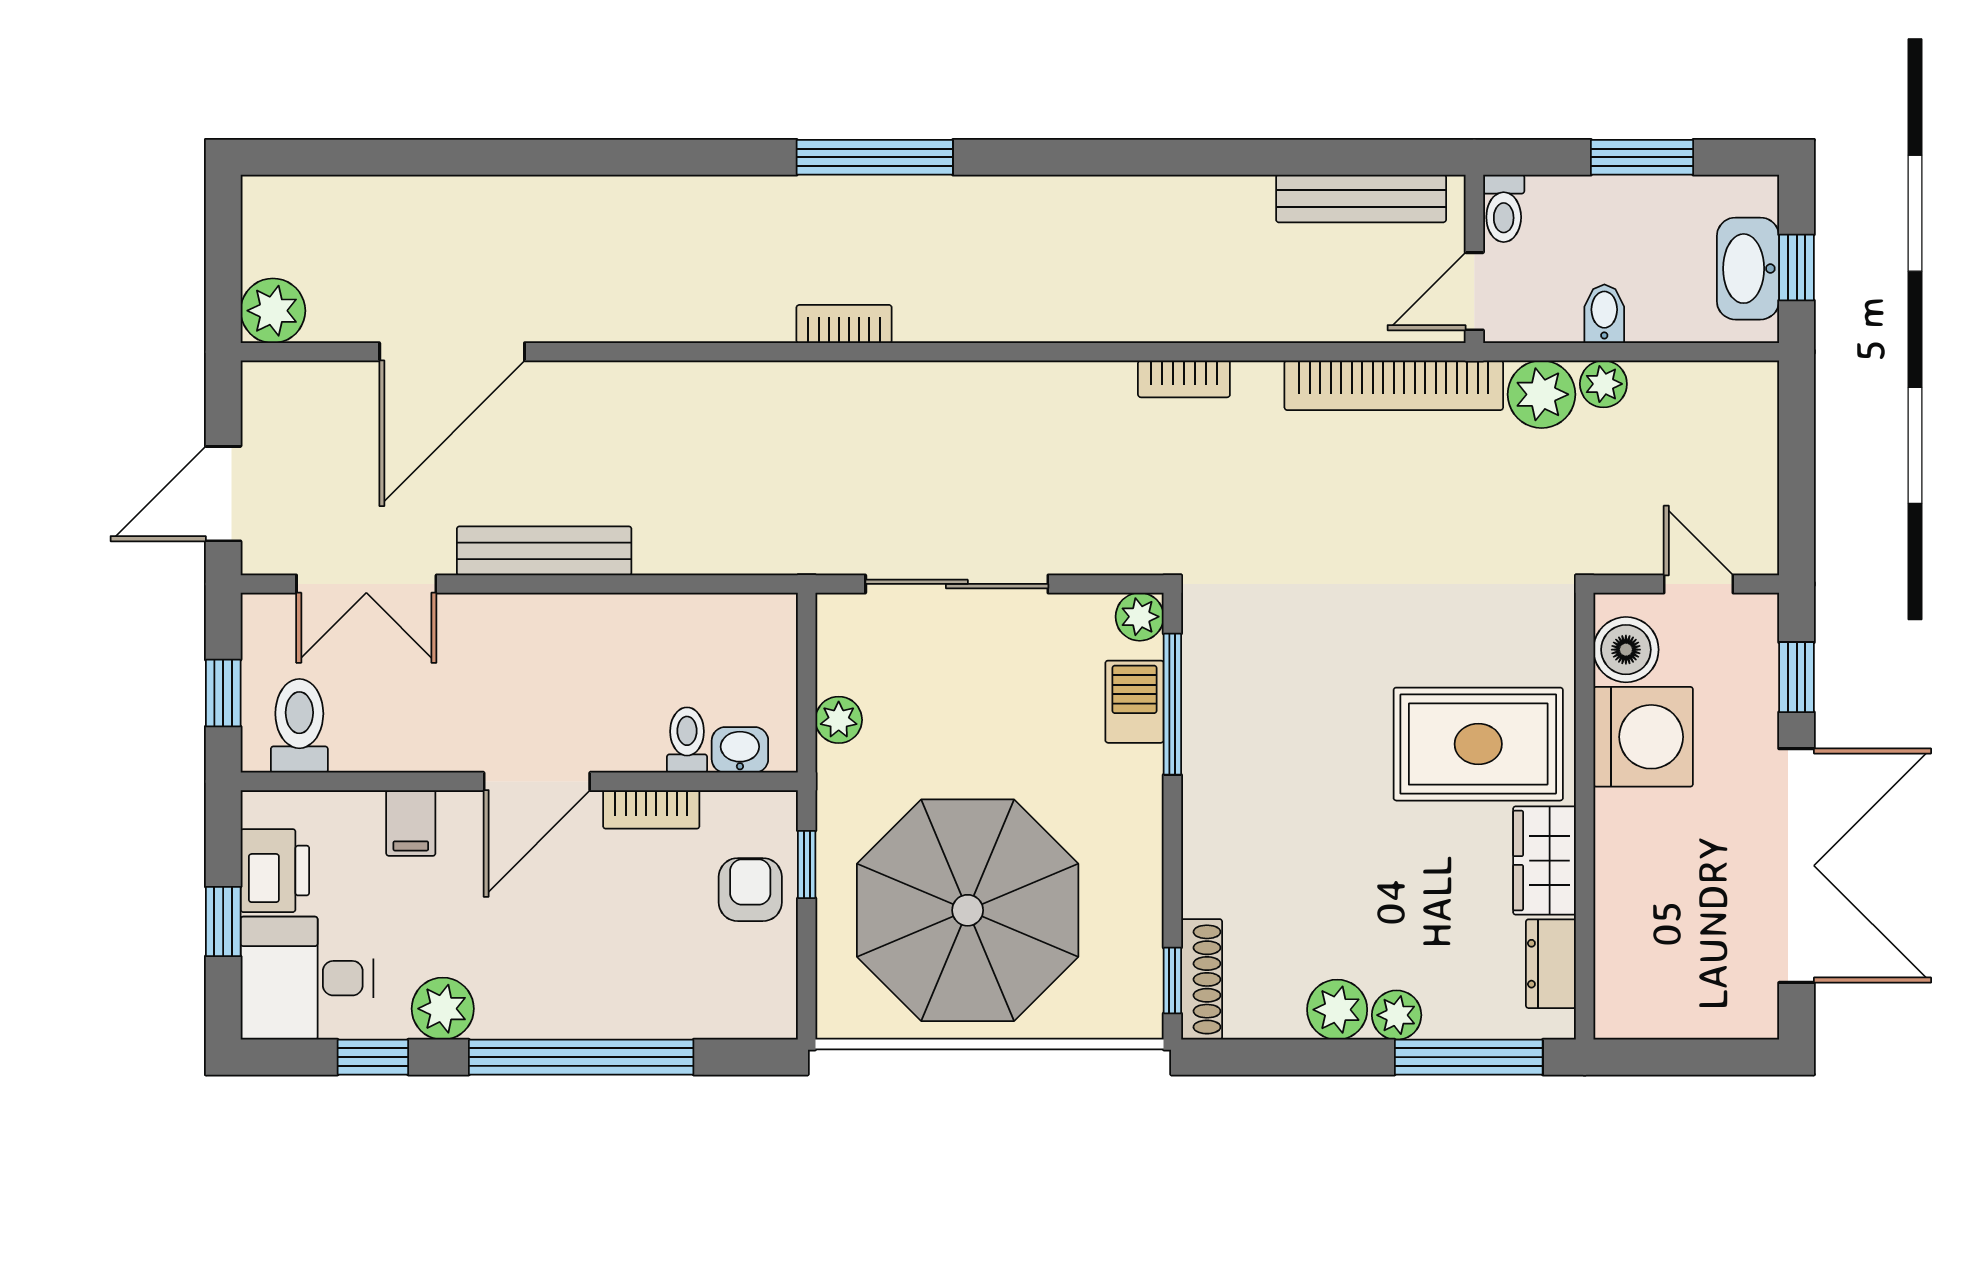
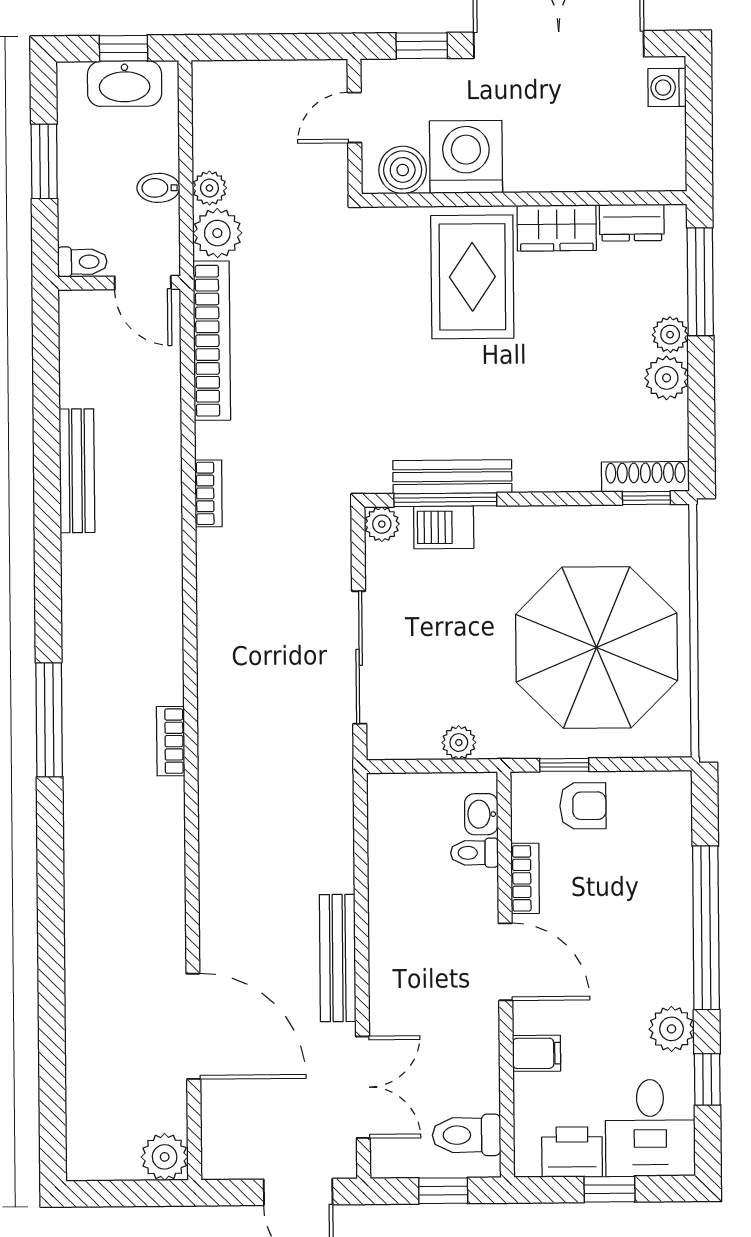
bench: (1361, 198) -> (77, 471), moved
bench: (1204, 714) -> (452, 477), added
armchair: (750, 890) -> (583, 806), turned 180
washing machine: (1736, 1014) -> (667, 88), added

